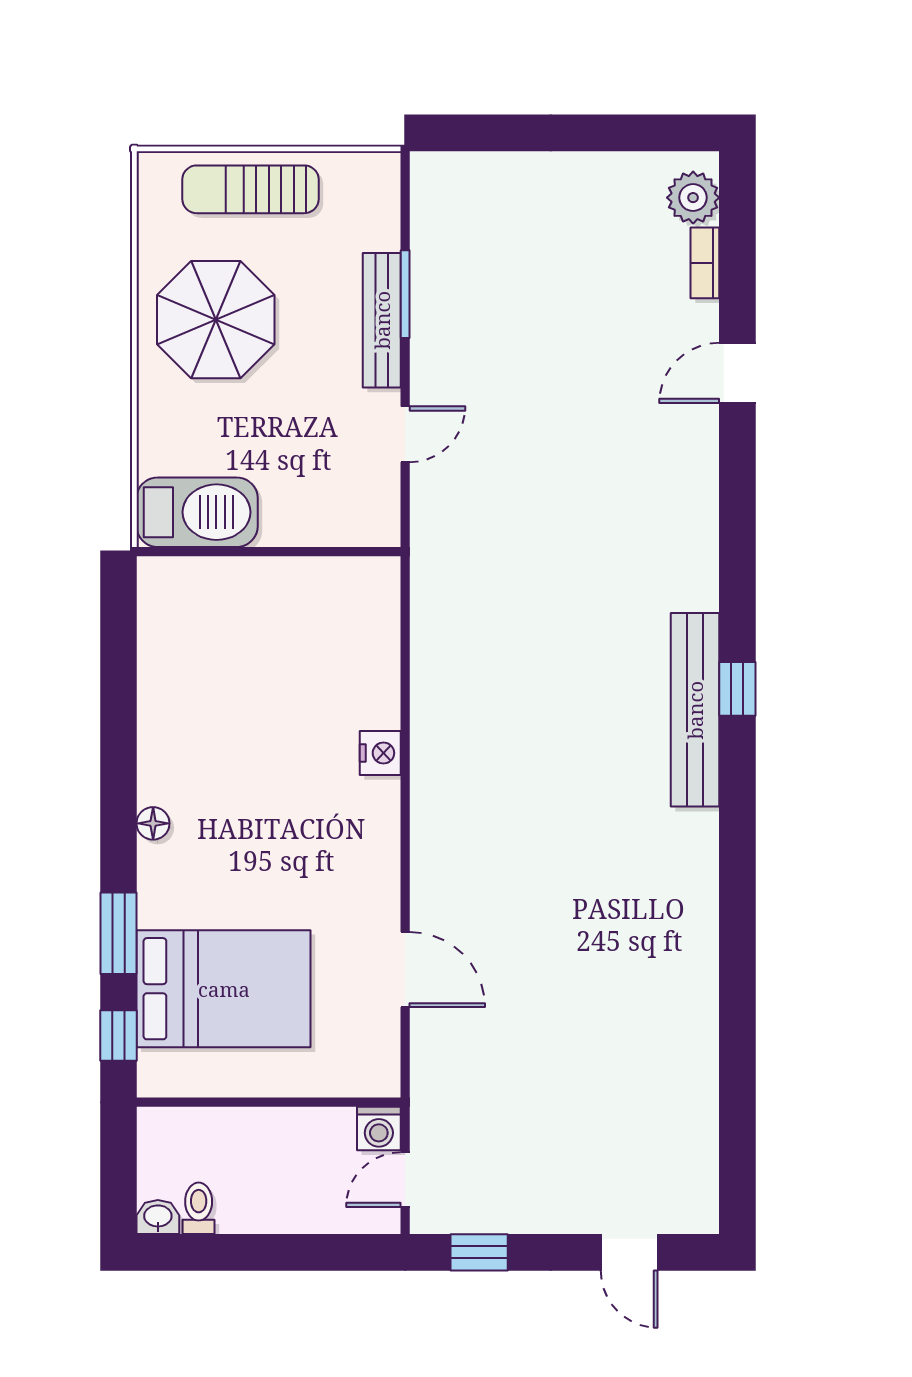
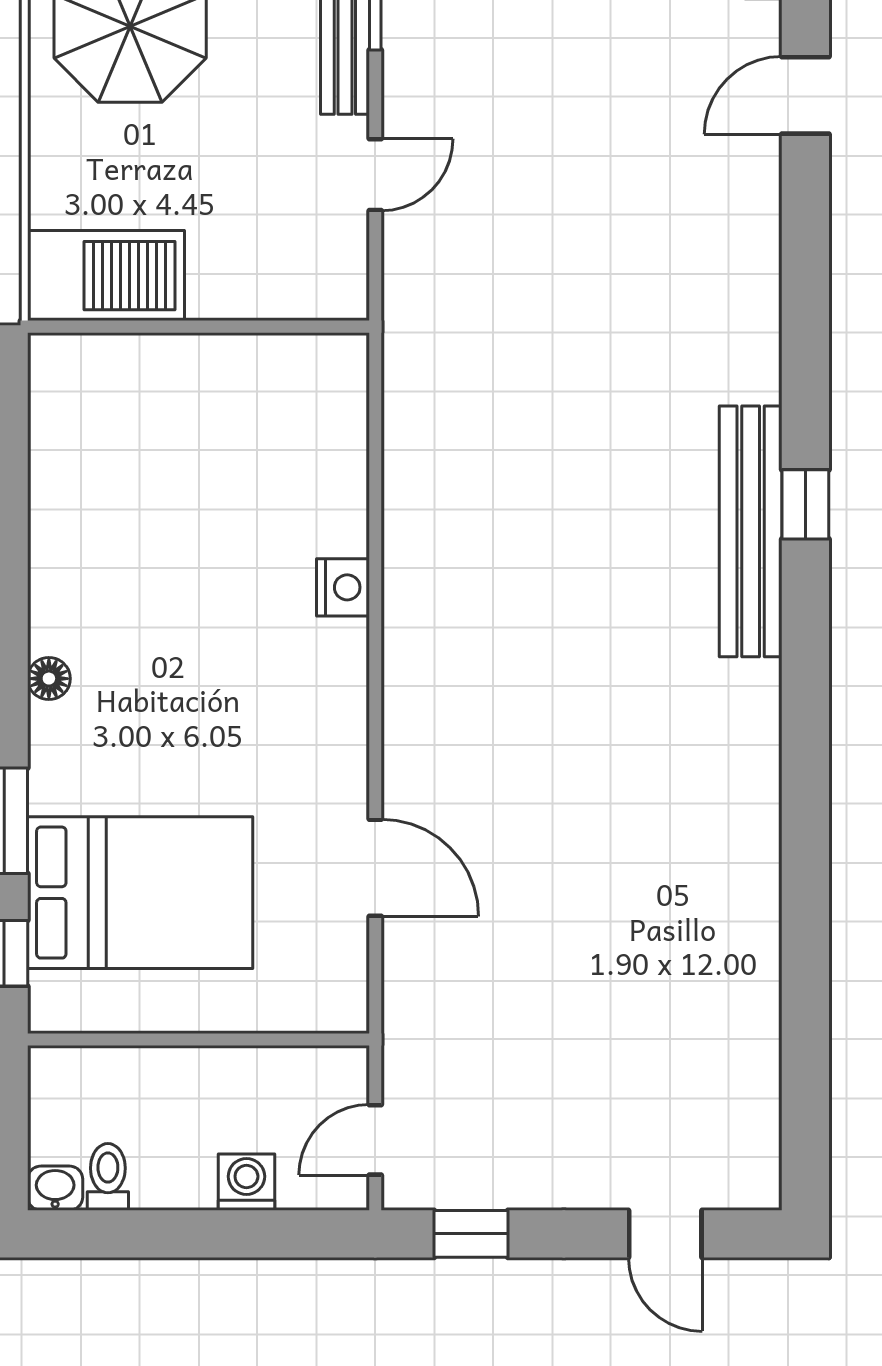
washing machine: (379, 1129) -> (246, 1182), moved, turned 180

